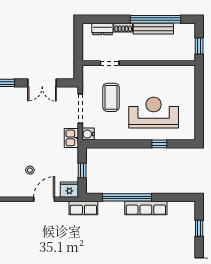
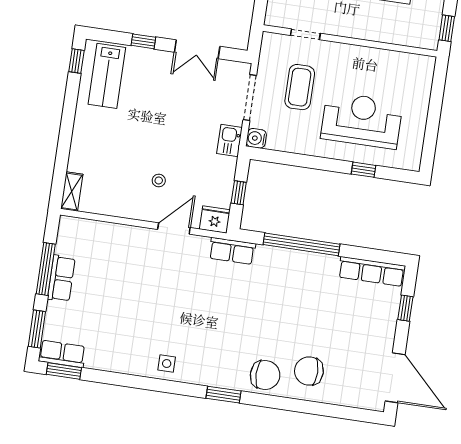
row of seats: (146, 208) -> (372, 271), moved

